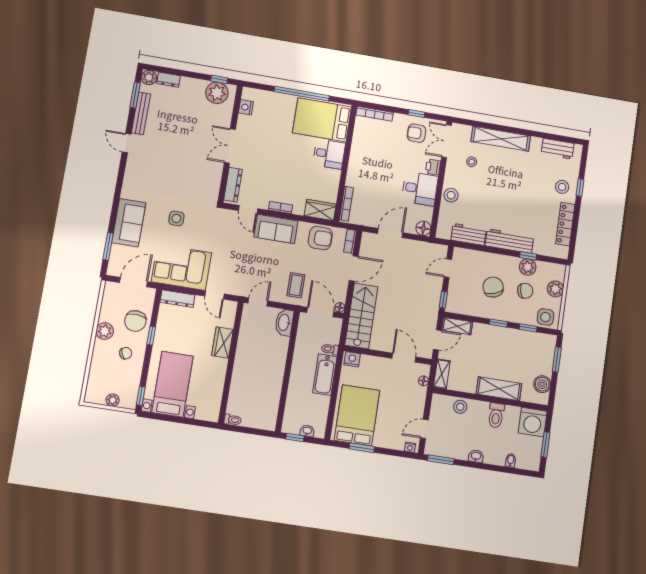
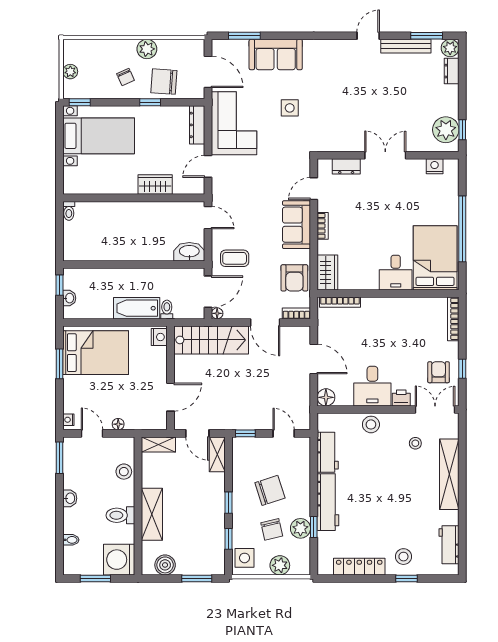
dresser: (233, 185) -> (346, 166), width x0.70
floor lamp: (424, 381) -> (118, 424), moved

